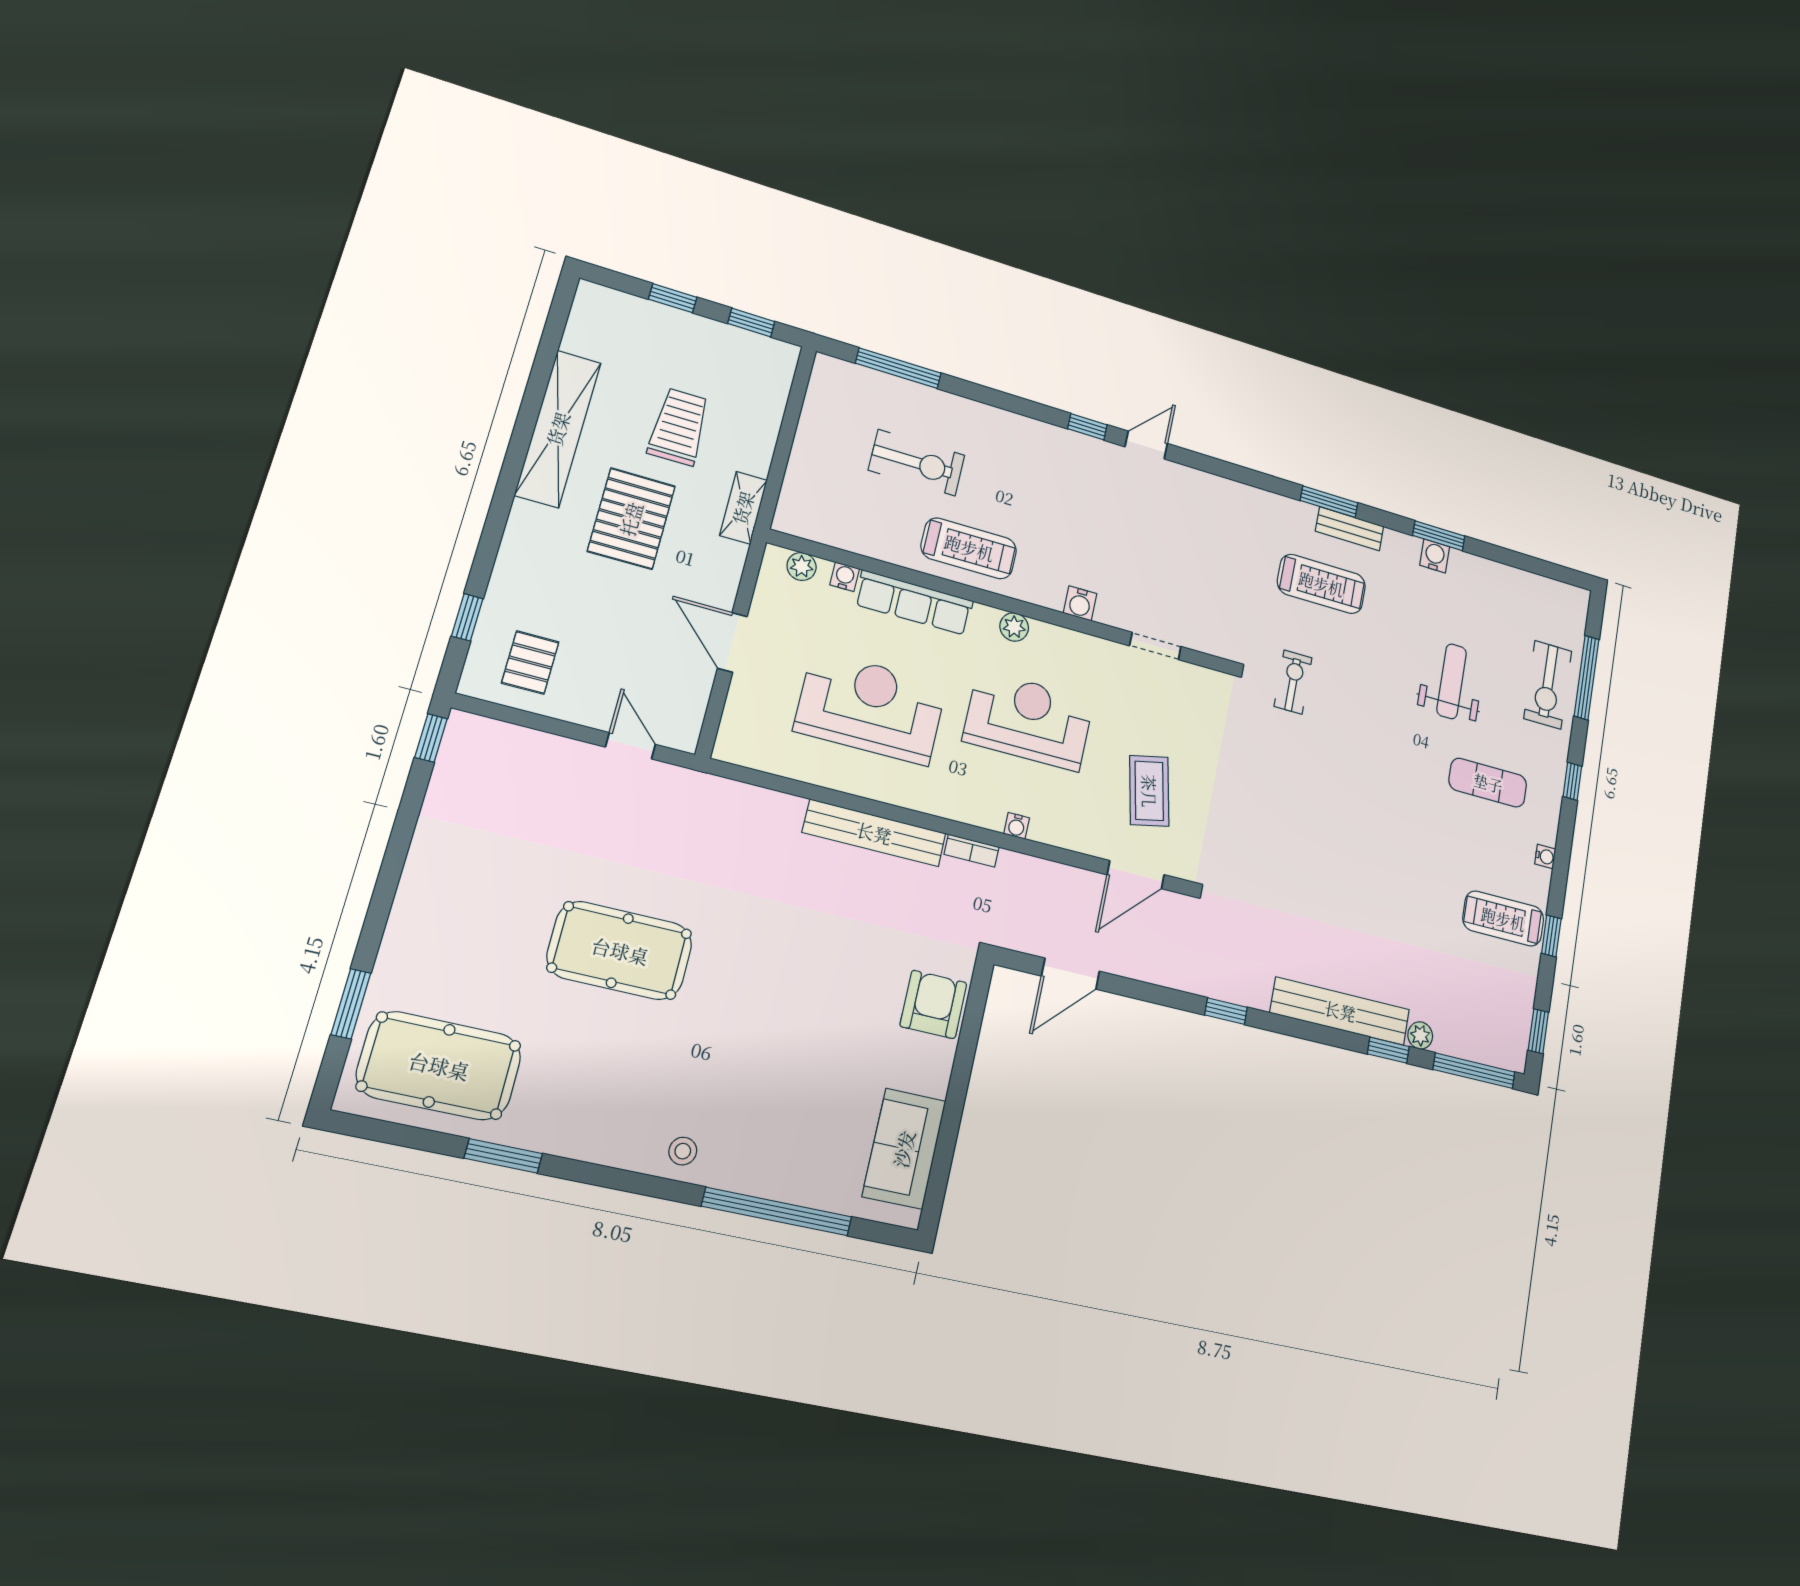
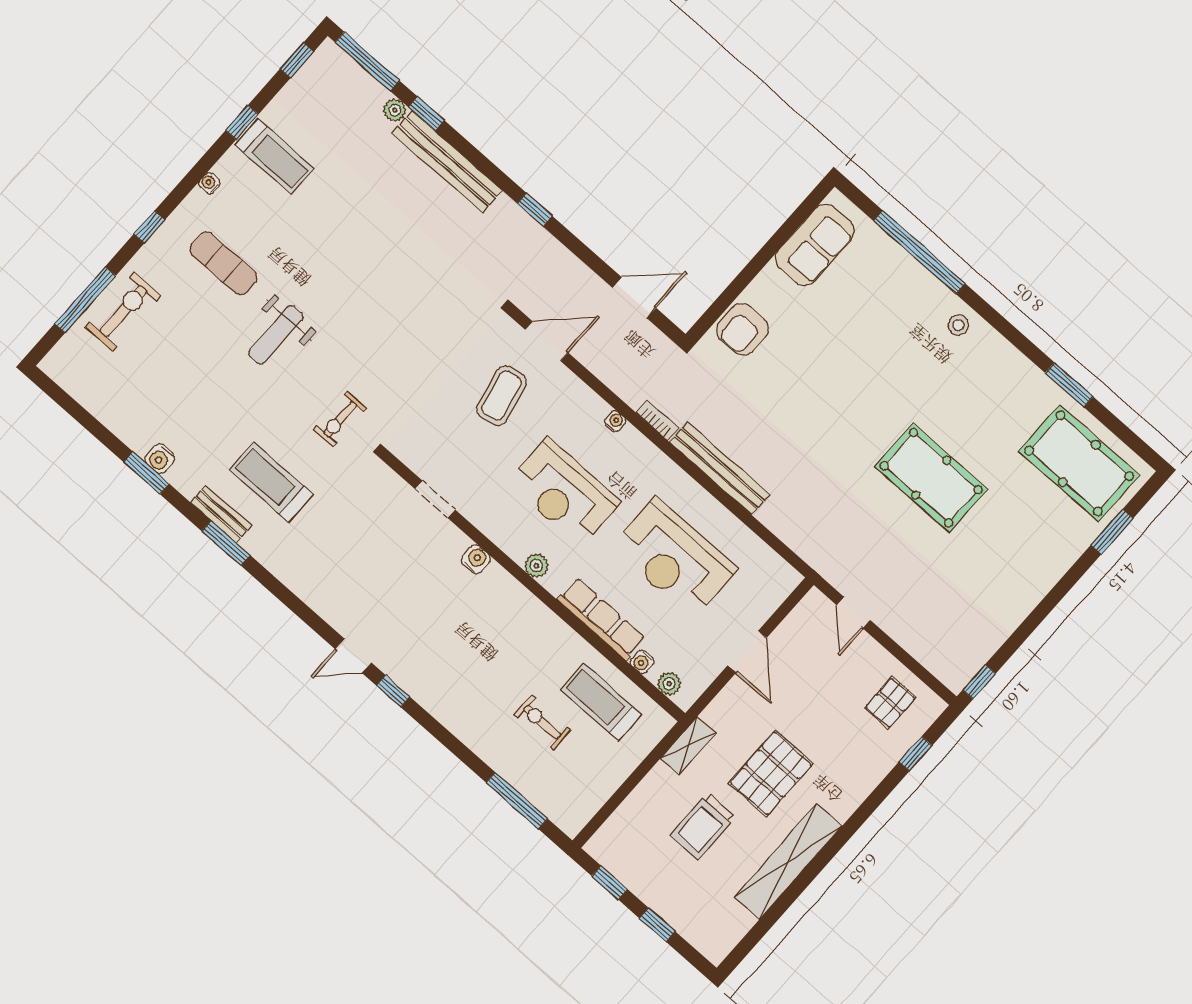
exercise bike: (917, 463) -> (542, 722), width x0.73, depth x0.72
treadmill: (969, 548) -> (601, 702), moved
weight bench: (1452, 681) -> (276, 335), moved

